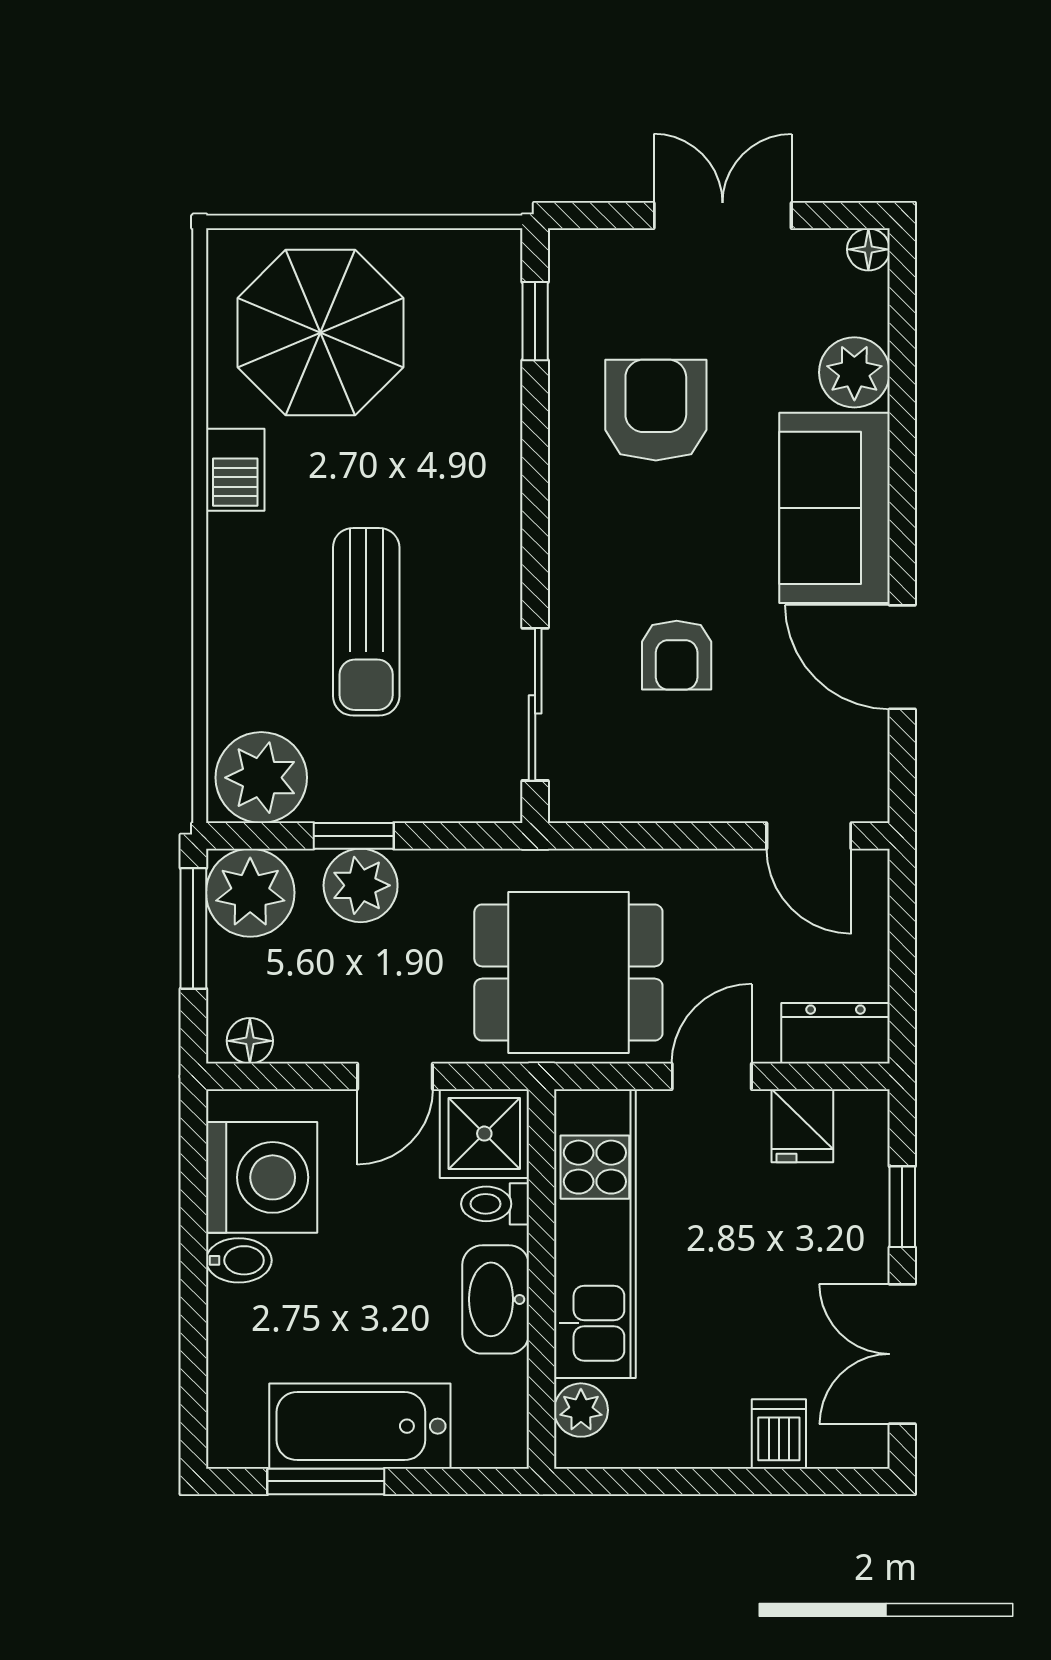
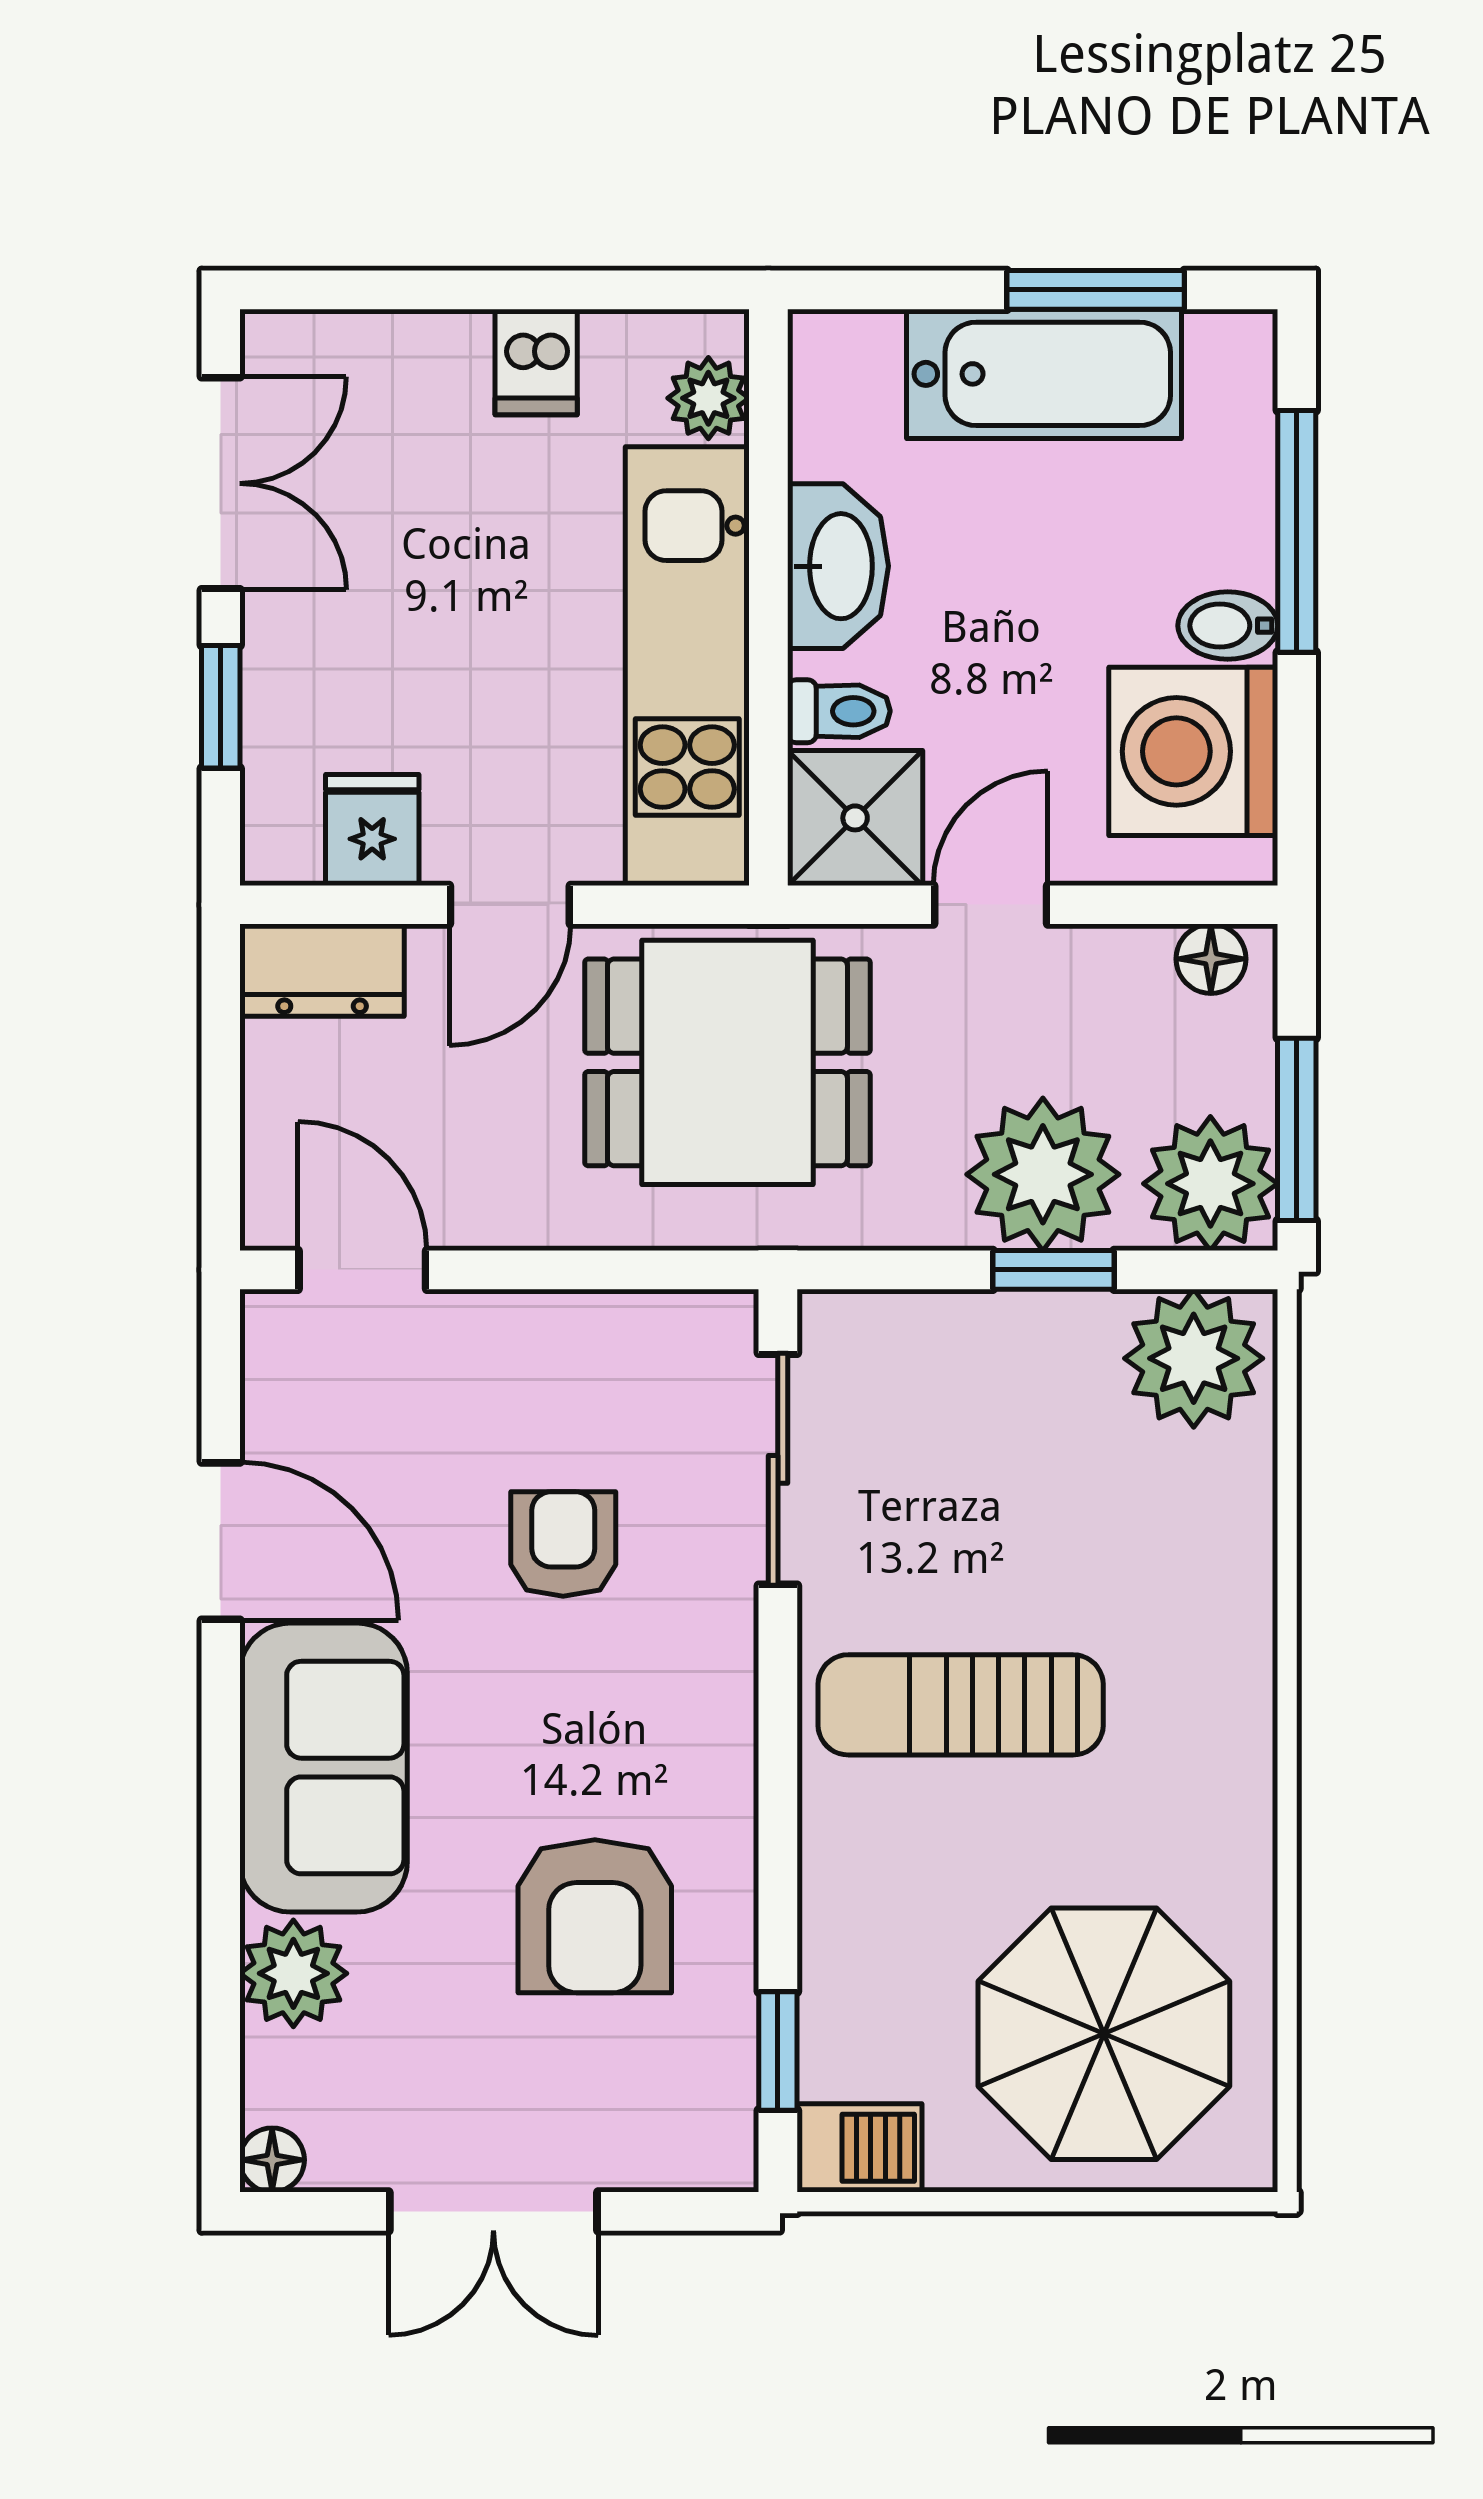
barbecue: (235, 470) -> (860, 2148), moved, turned 90
sun lounger: (366, 622) -> (961, 1705), moved, turned -90
plant: (361, 885) -> (1043, 1174), width x1.36, depth x1.36
window: (193, 1322) -> (1297, 531), added
dishwasher: (779, 1434) -> (536, 362), moved

